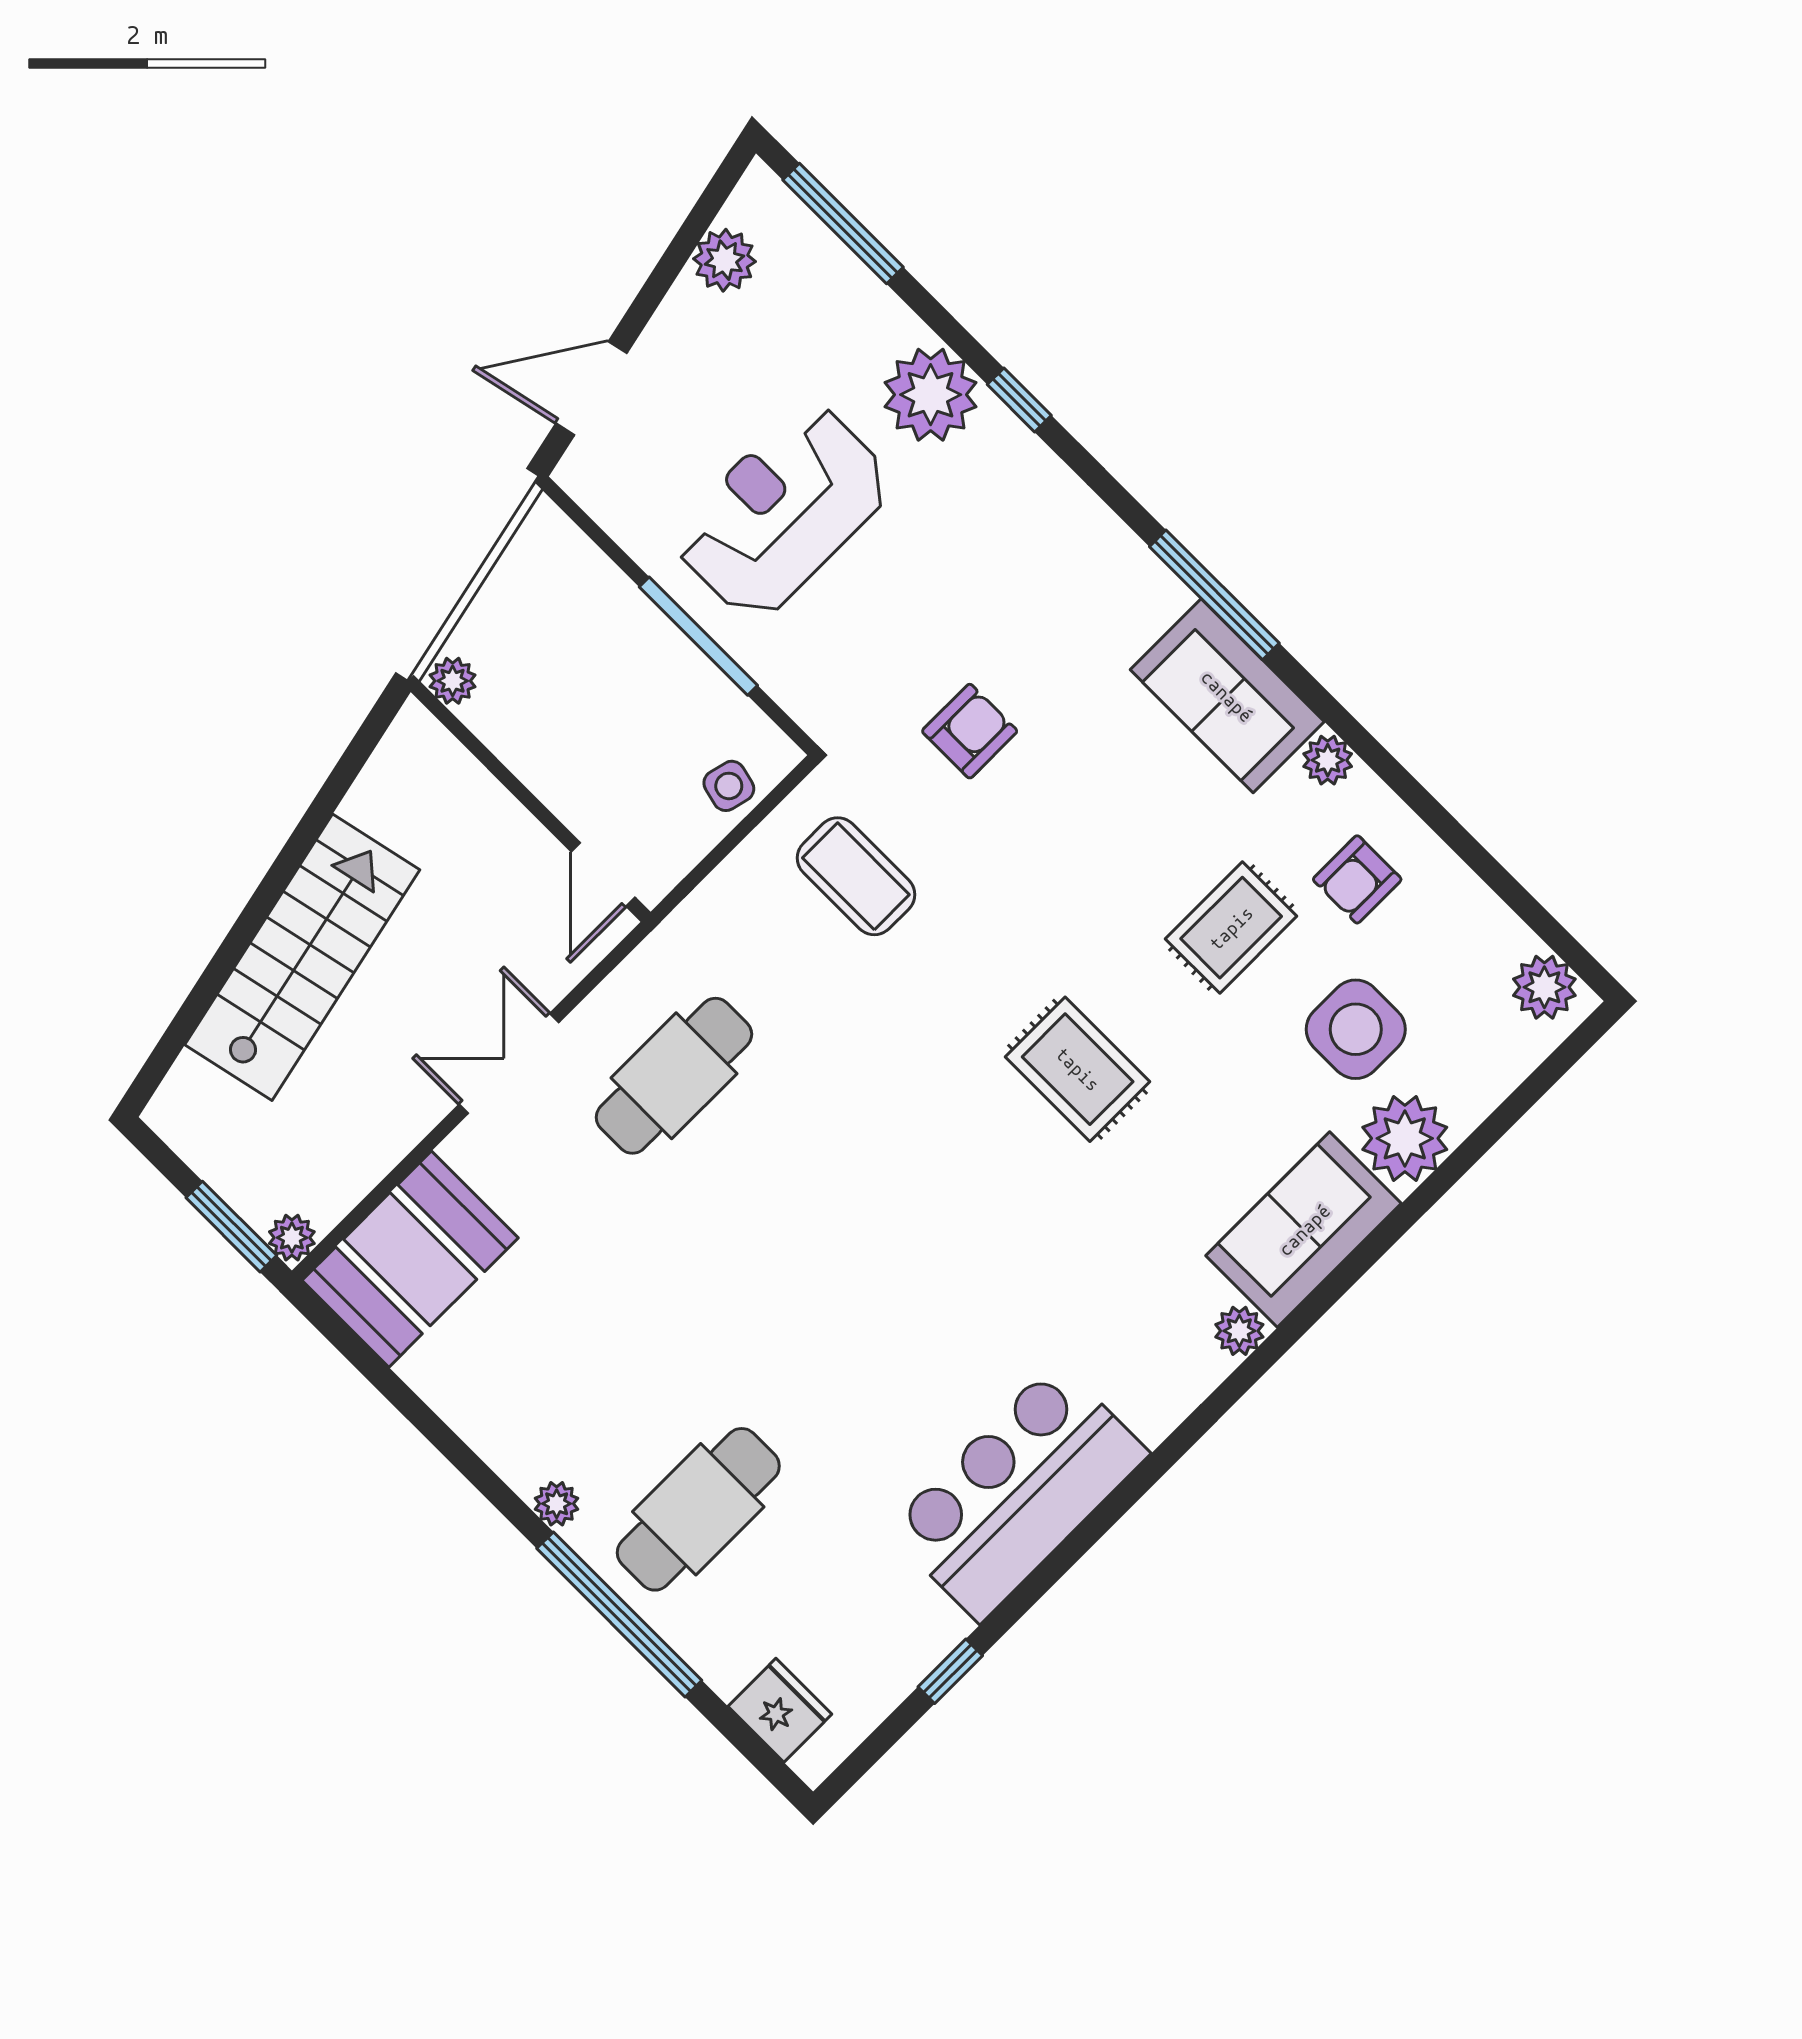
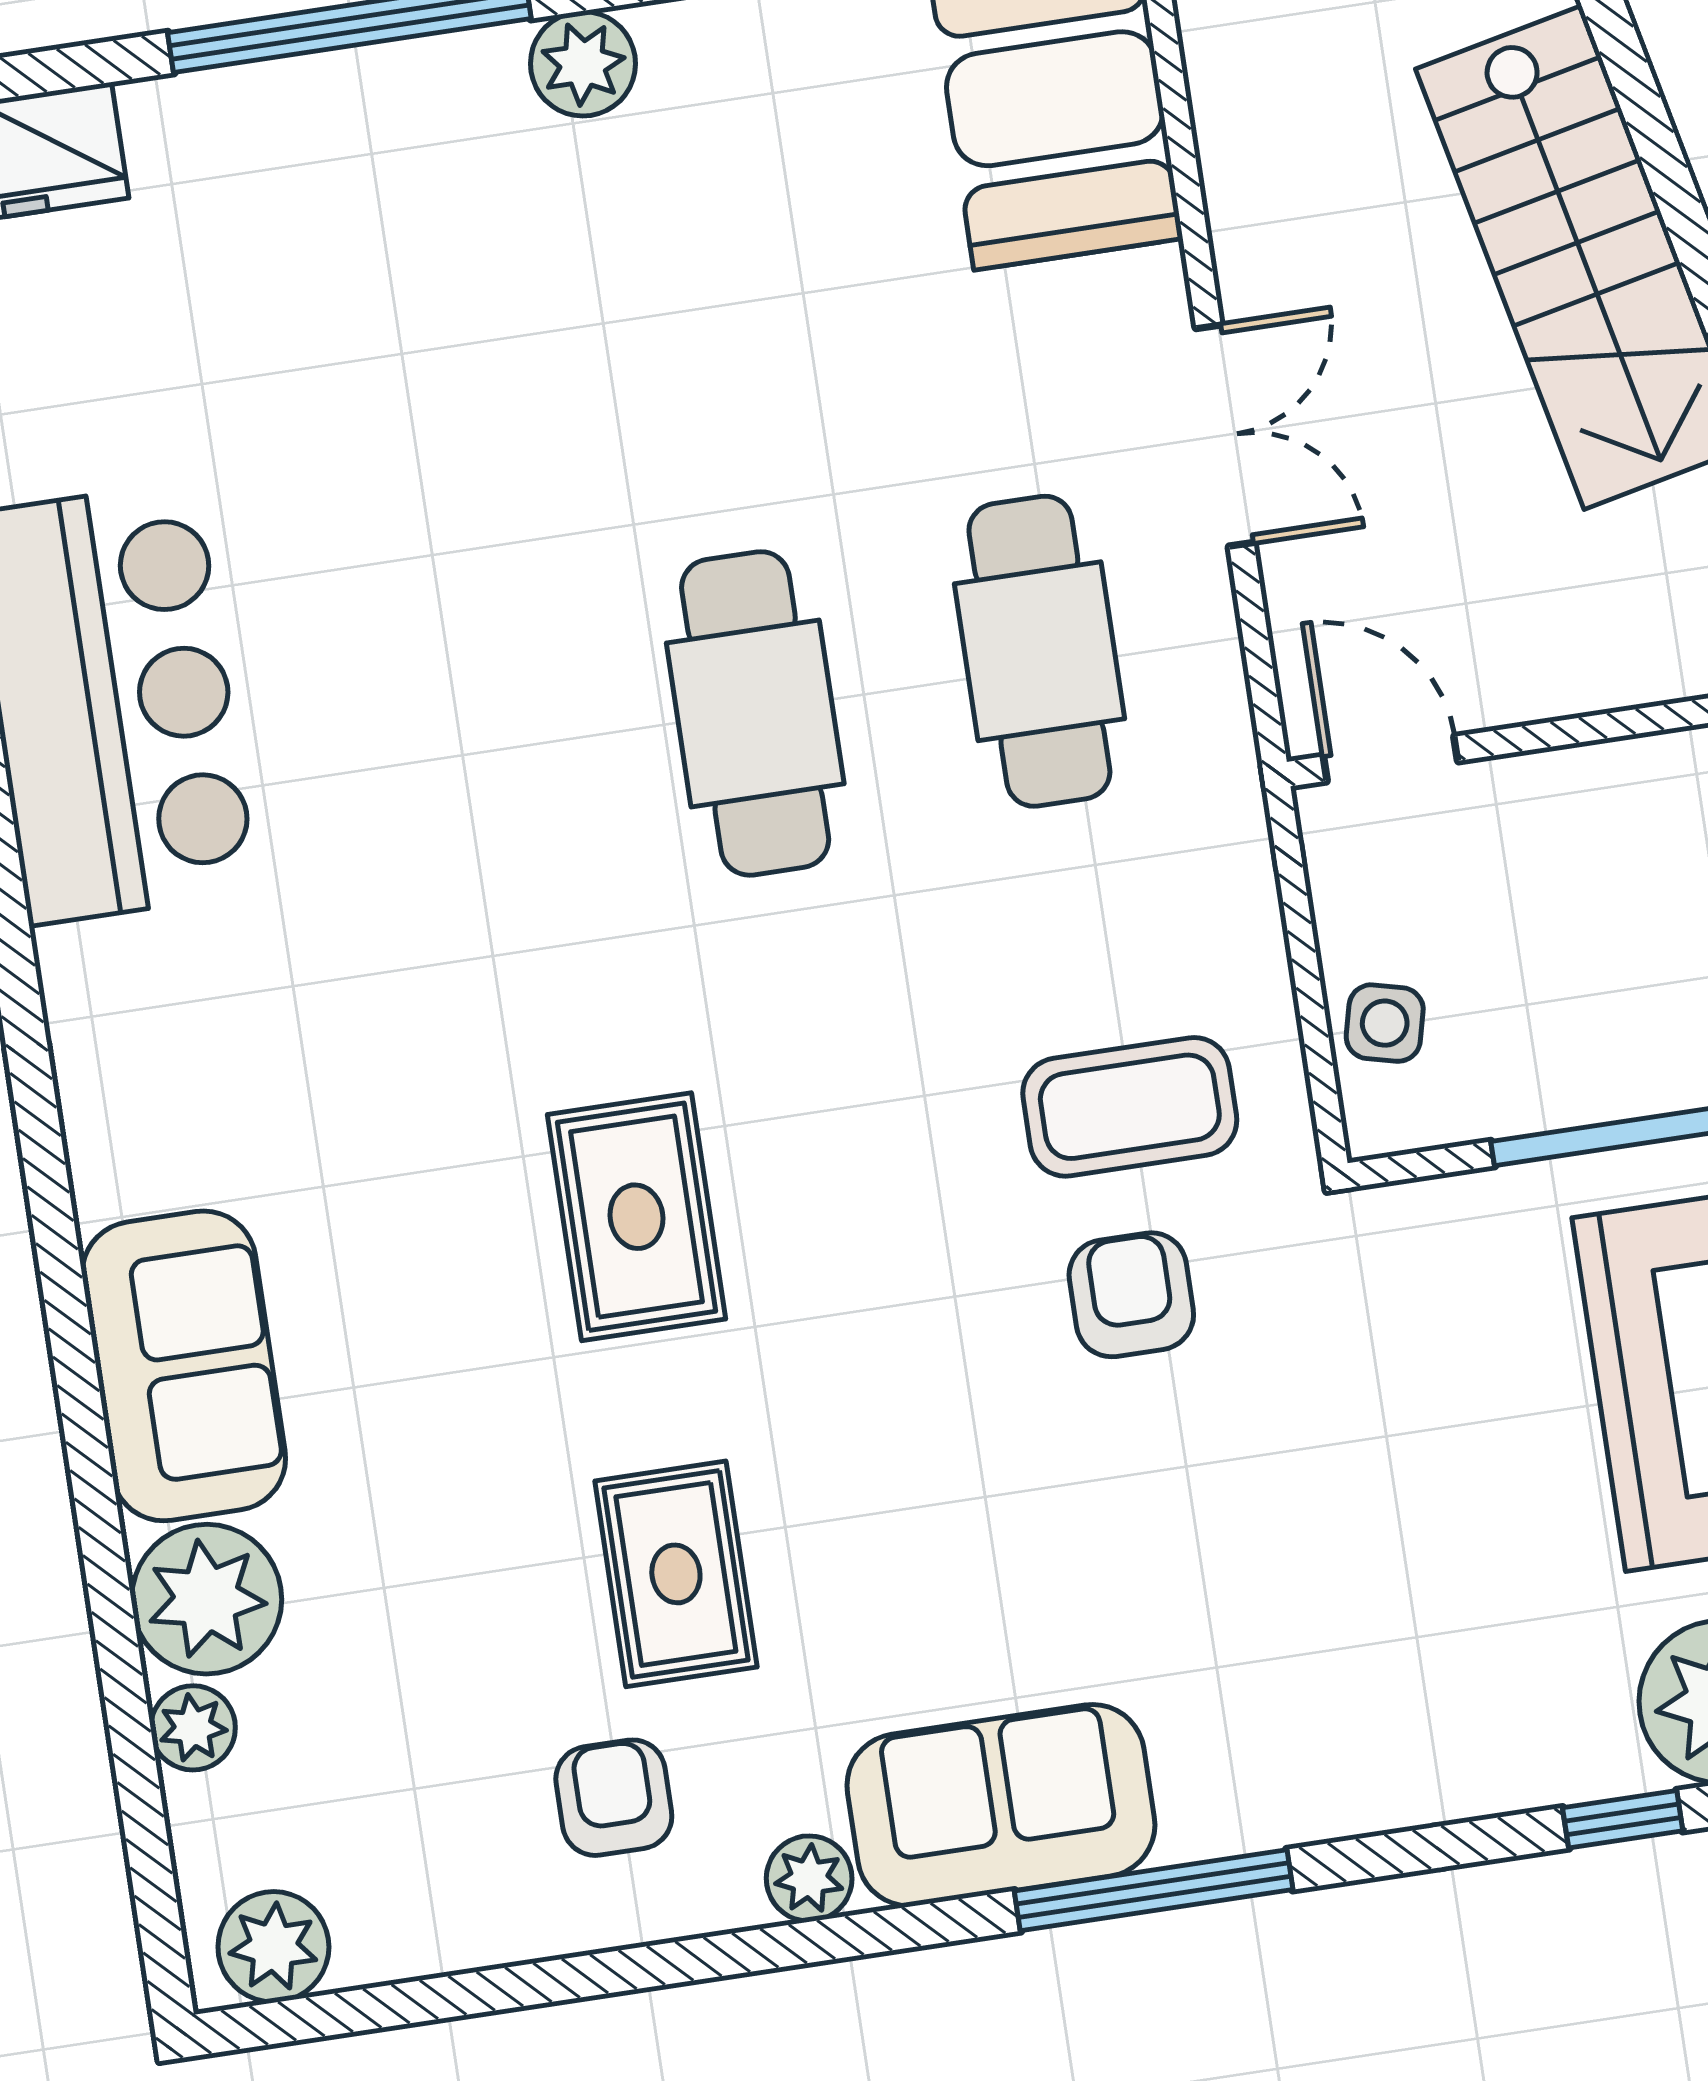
armchair: (970, 731) -> (1131, 1295), moved, turned 180
side table: (1356, 1029) -> (408, 1643), removed
rug: (1078, 1069) -> (636, 1217), turned 90
plant: (1239, 1331) -> (193, 1728), moved
plant: (557, 1504) -> (583, 64), width x1.38, depth x1.38
cafe table: (698, 1509) -> (755, 713), moved

